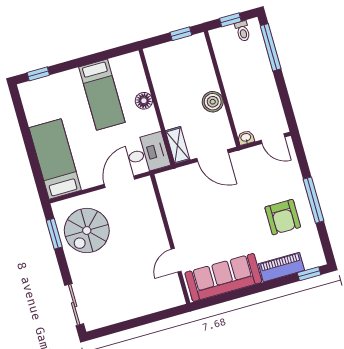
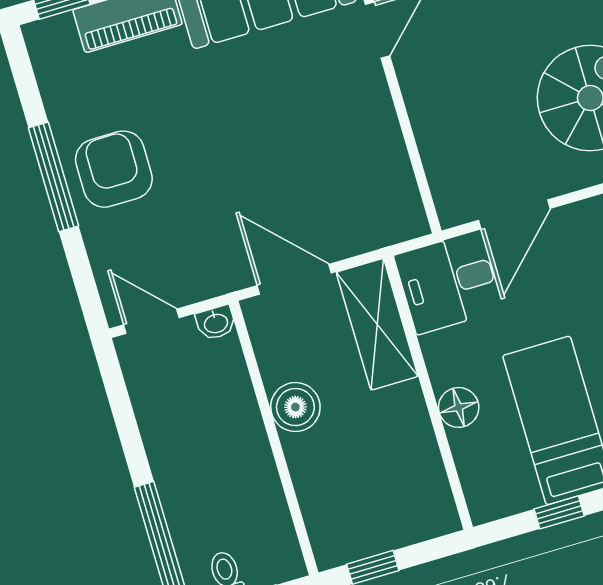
window: (102, 56) -> (559, 512), added
shelving: (178, 145) -> (377, 324), width x1.50, depth x1.33
armchair: (283, 217) -> (114, 169), moved

